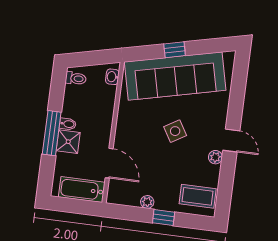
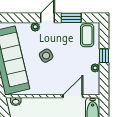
plant: (215, 157) -> (35, 27), moved
window: (227, 176) -> (71, 18), added

